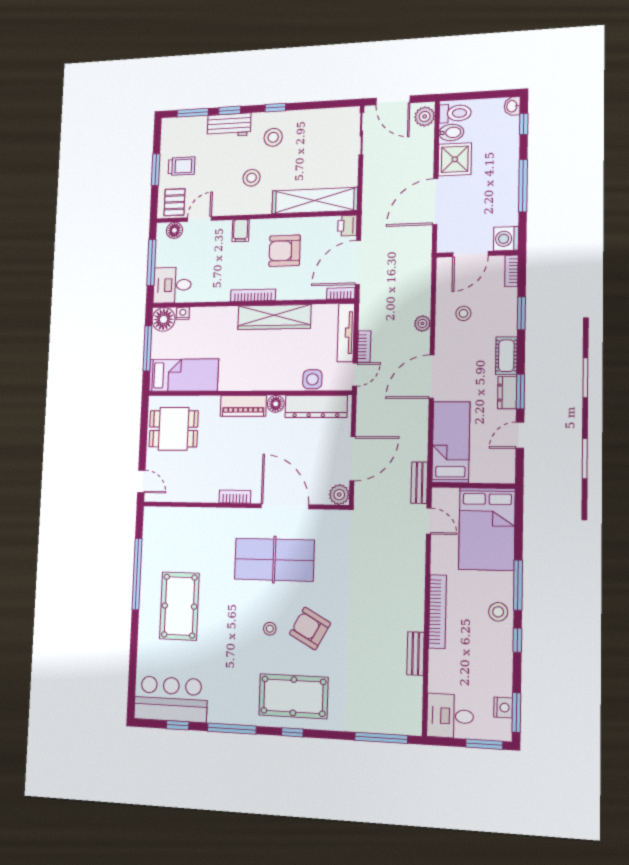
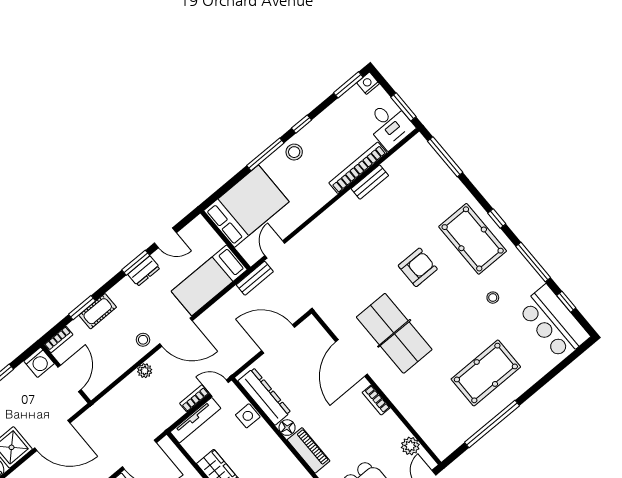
door: (470, 254) -> (69, 378), hinge flipped
bookcase: (341, 293) -> (171, 448), removed
stool: (463, 313) -> (143, 340), moved
cot: (506, 356) -> (98, 311), moved
plant: (339, 495) -> (410, 446), moved
bookcase: (437, 612) -> (358, 168), moved
armchair: (310, 628) -> (418, 267), turned -119
stool: (270, 629) -> (493, 298), moved
nightstand: (503, 707) -> (368, 83), moved
window: (484, 744) -> (403, 107), moved

